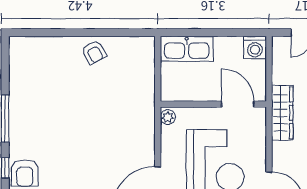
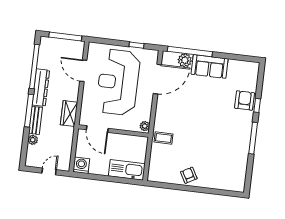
coffee table: (138, 103) -> (163, 138), added
wardrobe: (282, 113) -> (69, 114), width x0.67

